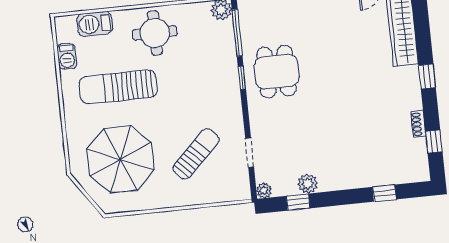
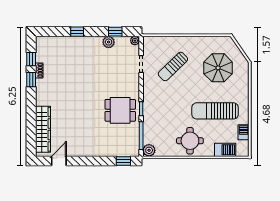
dining table: (276, 72) -> (120, 110), turned 90
window: (427, 76) -> (31, 80), moved
sun lounger: (118, 87) -> (215, 111), turned 180
parasol: (121, 159) -> (218, 68), width x0.73, depth x0.73
window: (384, 193) -> (77, 32), moved

